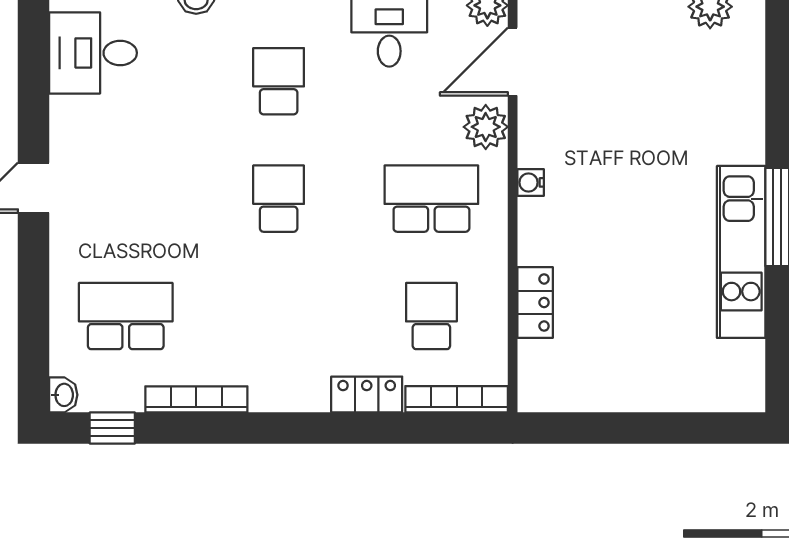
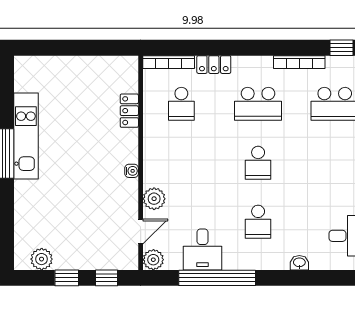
door: (513, 62) -> (141, 231), width x0.73
school desk: (431, 199) -> (258, 104), moved

